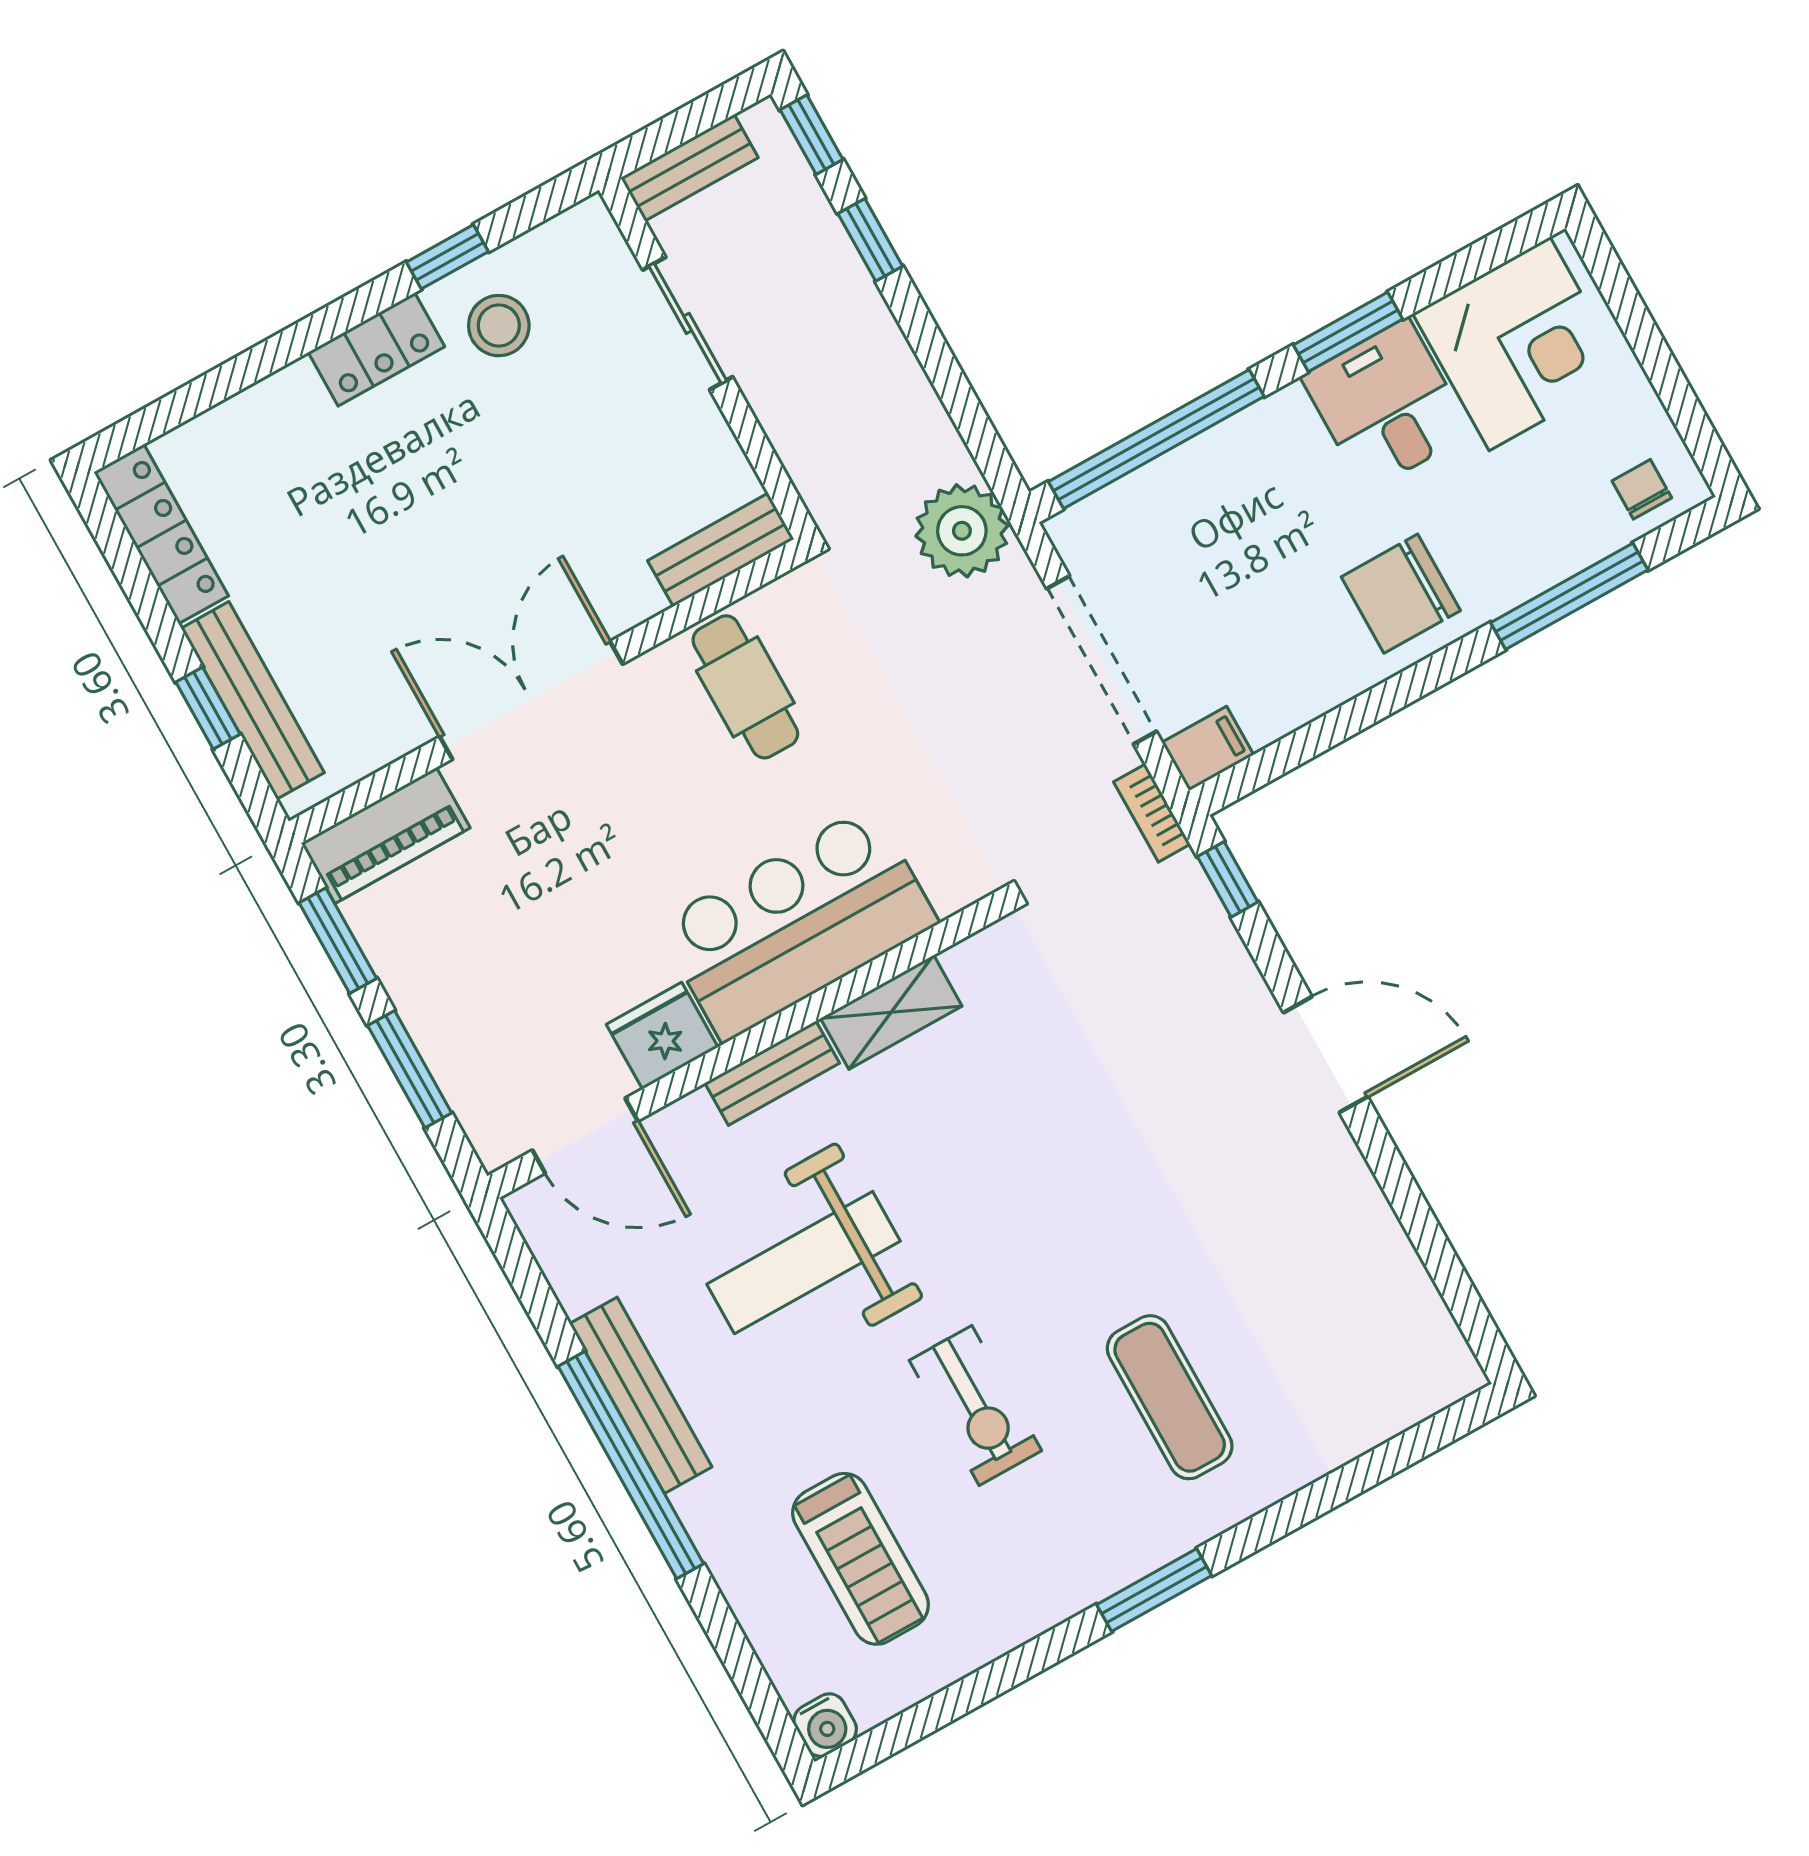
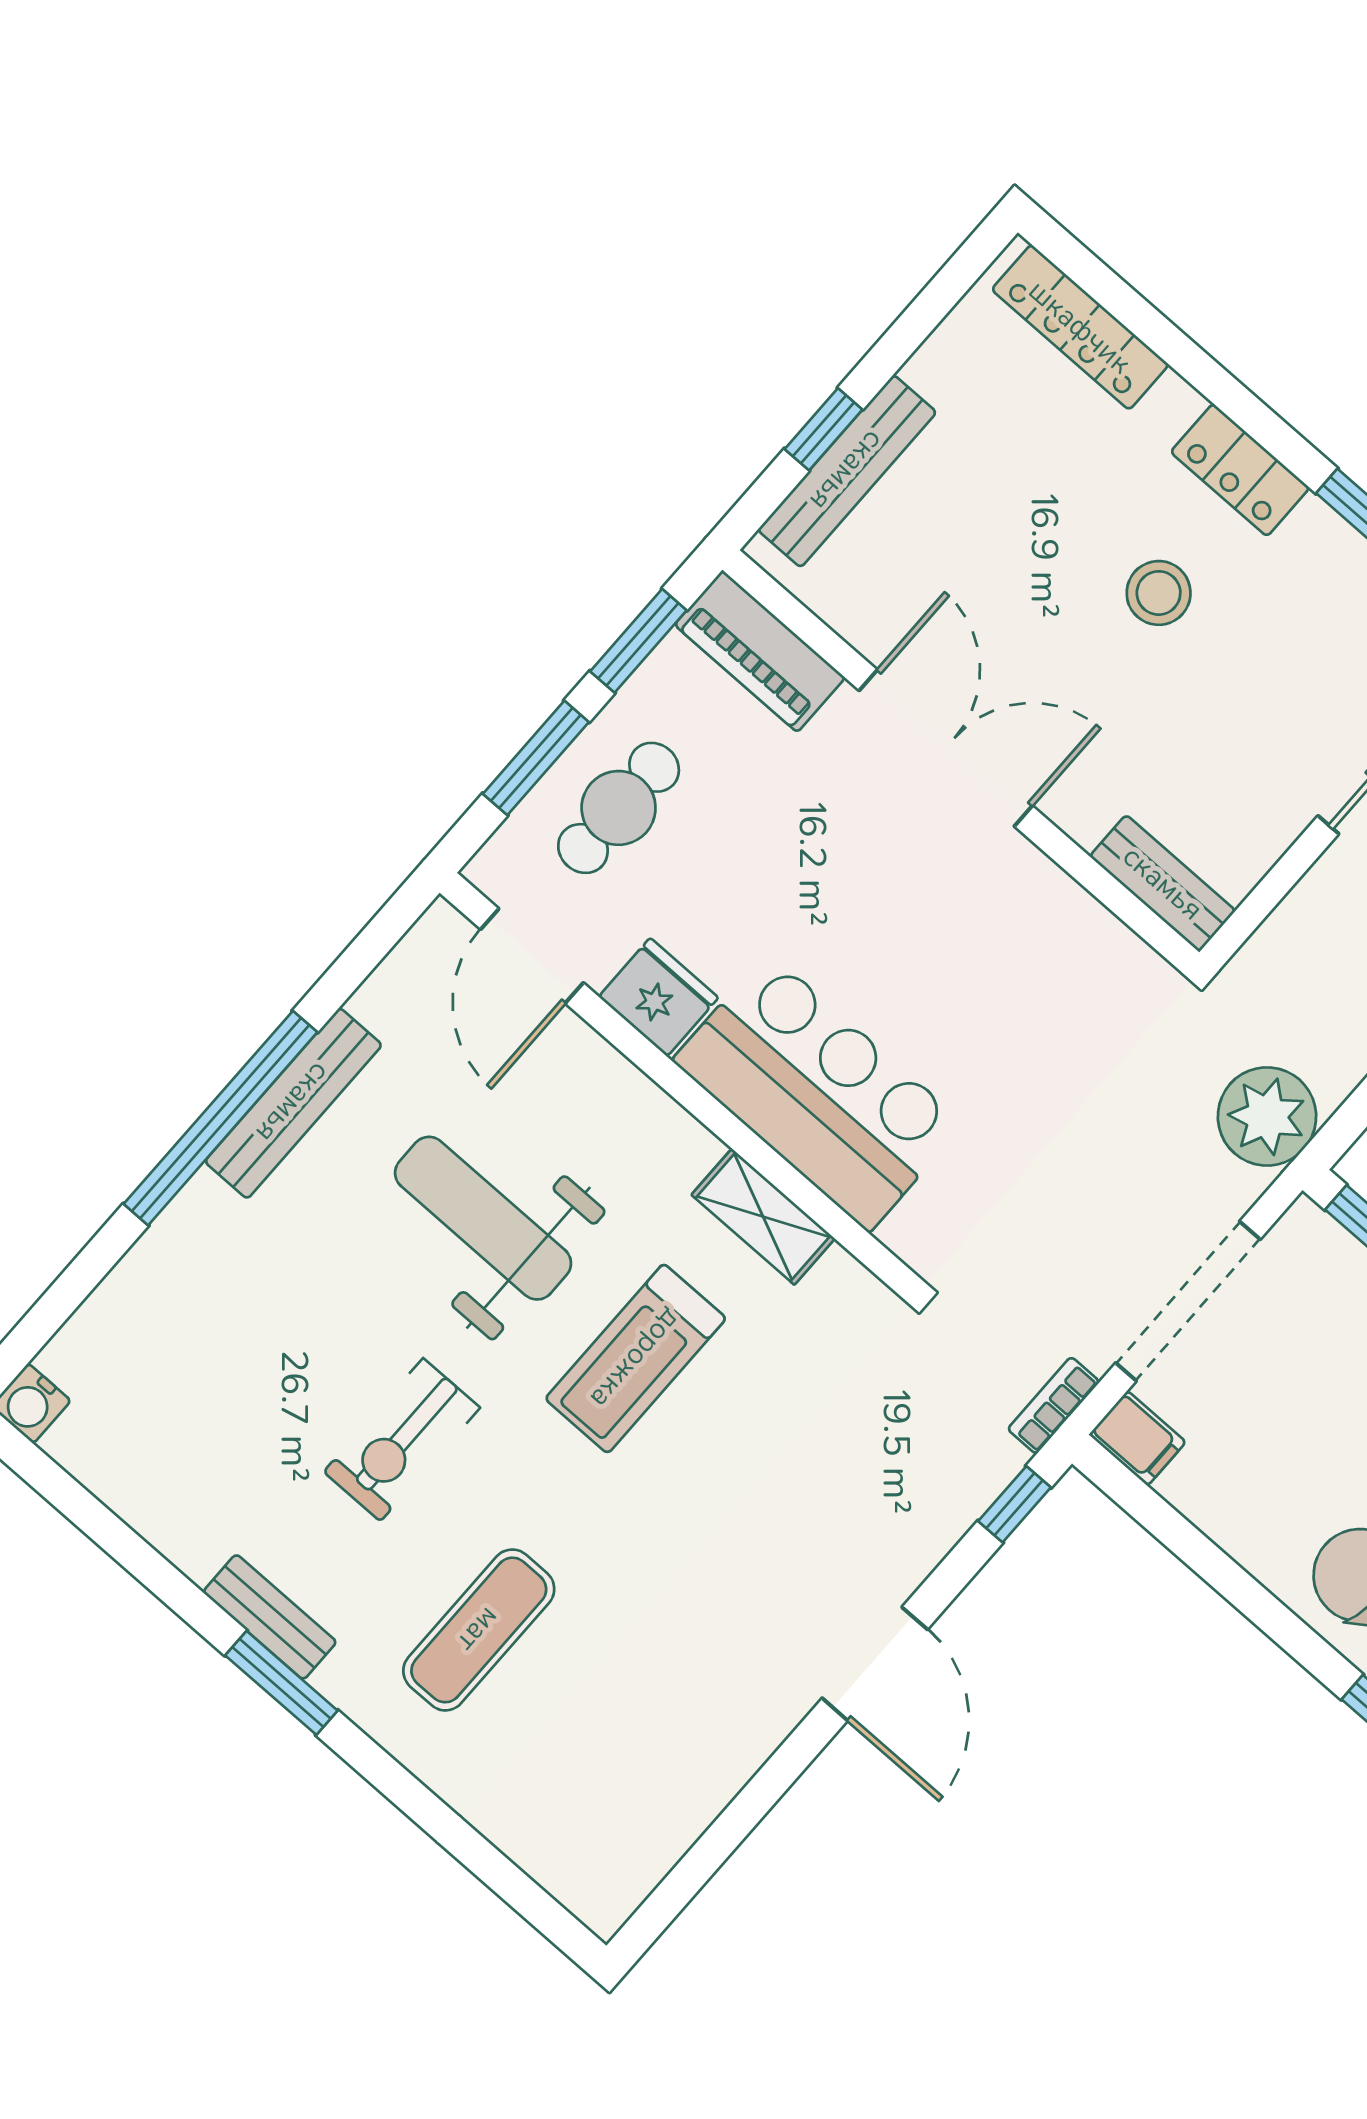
stool: (499, 326) -> (1159, 593), moved
locker: (161, 534) -> (1080, 327), moved, turned 90
cafe table: (745, 687) -> (619, 808), moved
bench: (772, 1073) -> (270, 1617), moved
treadmill: (860, 1559) -> (636, 1359), moved

